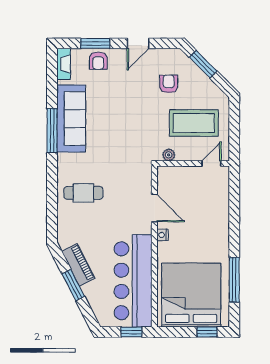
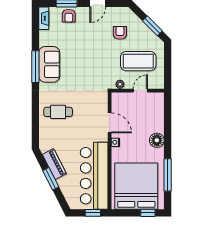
window: (203, 64) -> (152, 26), moved
sofa: (71, 119) -> (49, 64), width x0.73
door: (211, 163) -> (140, 91), moved
floor lamp: (219, 232) -> (157, 140), added

